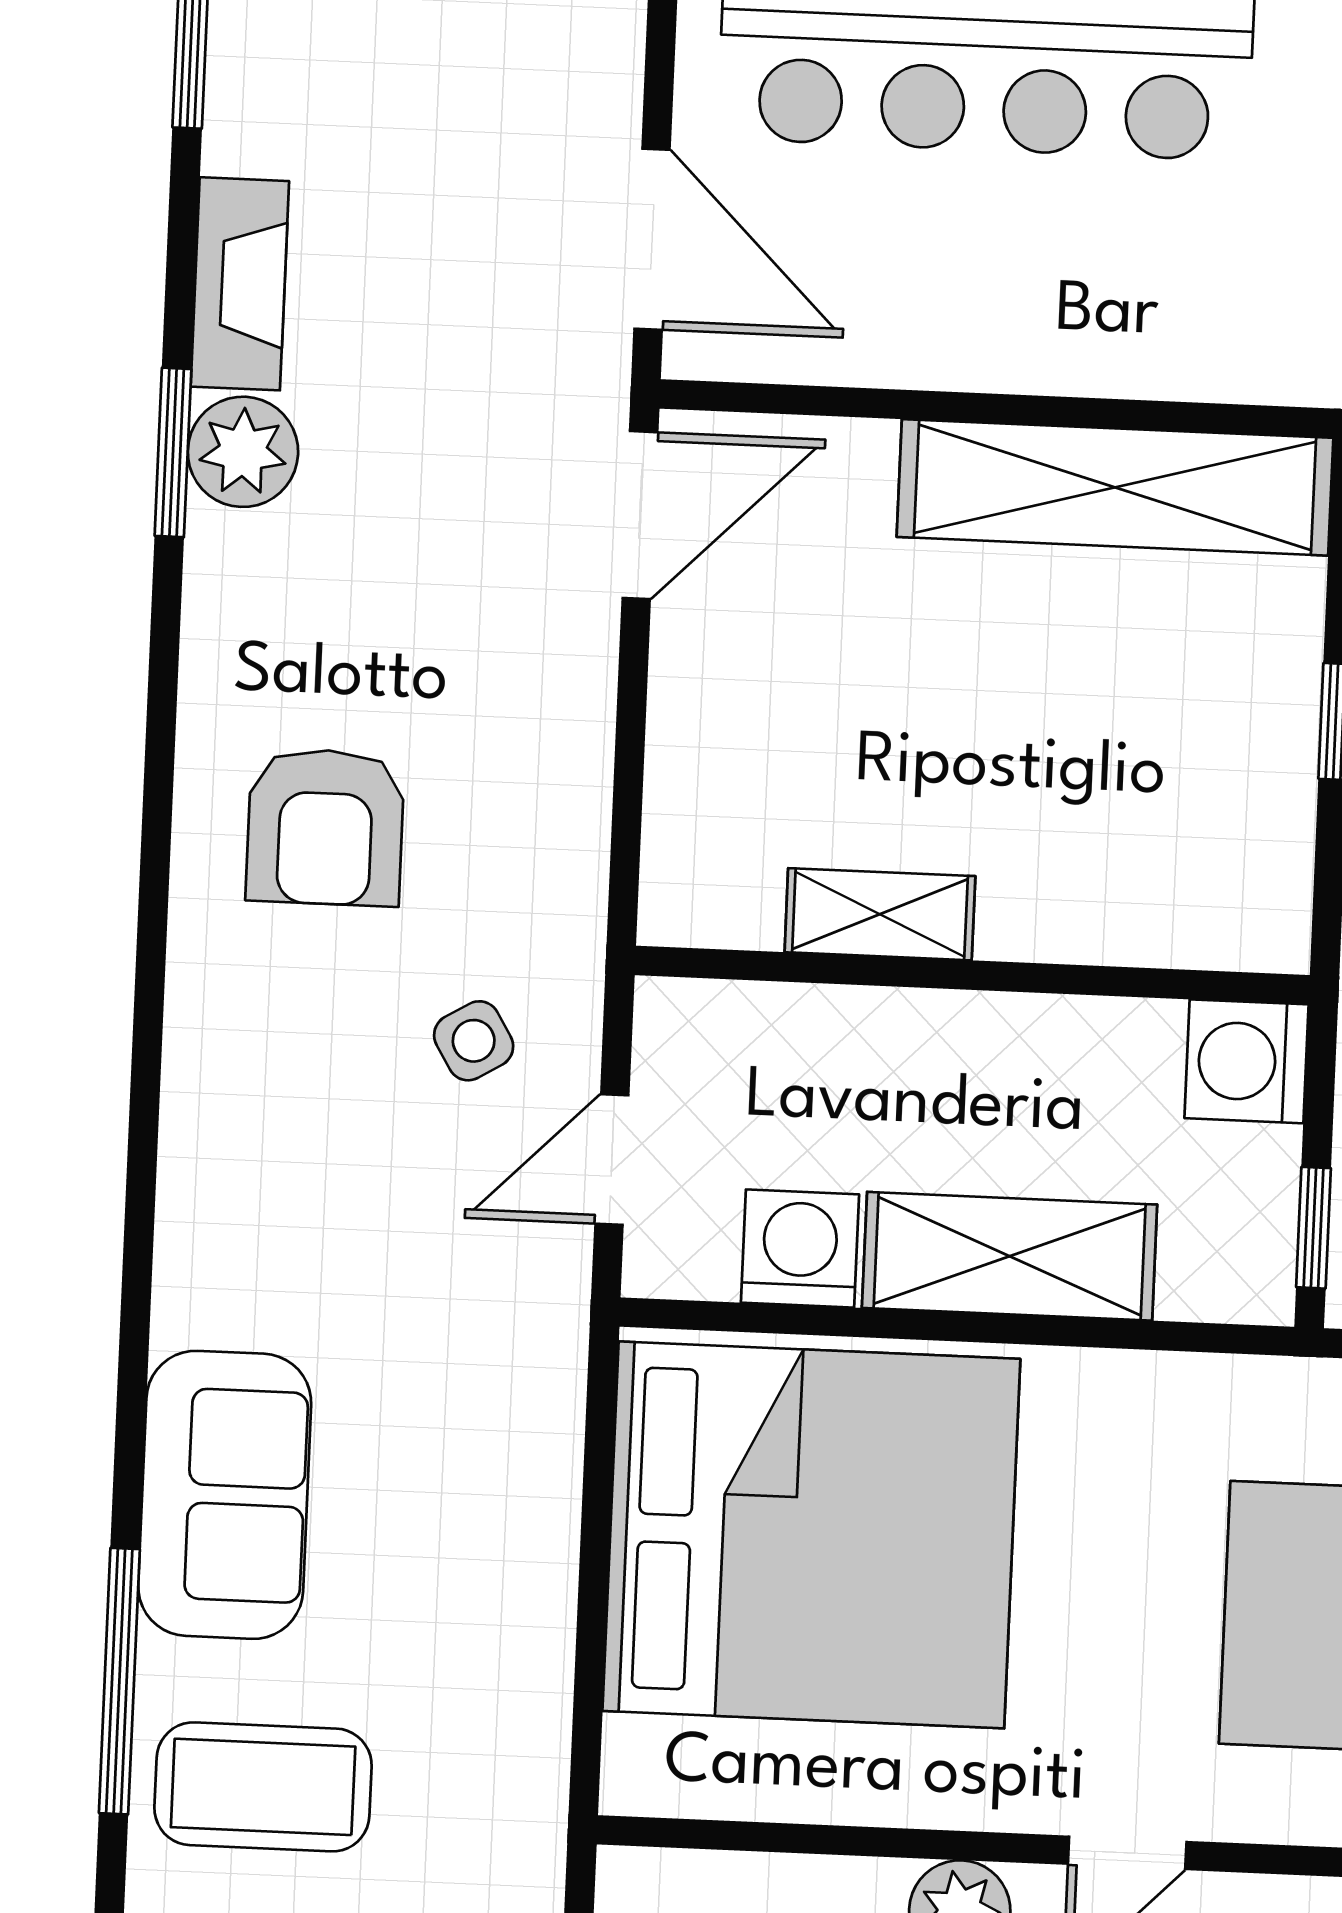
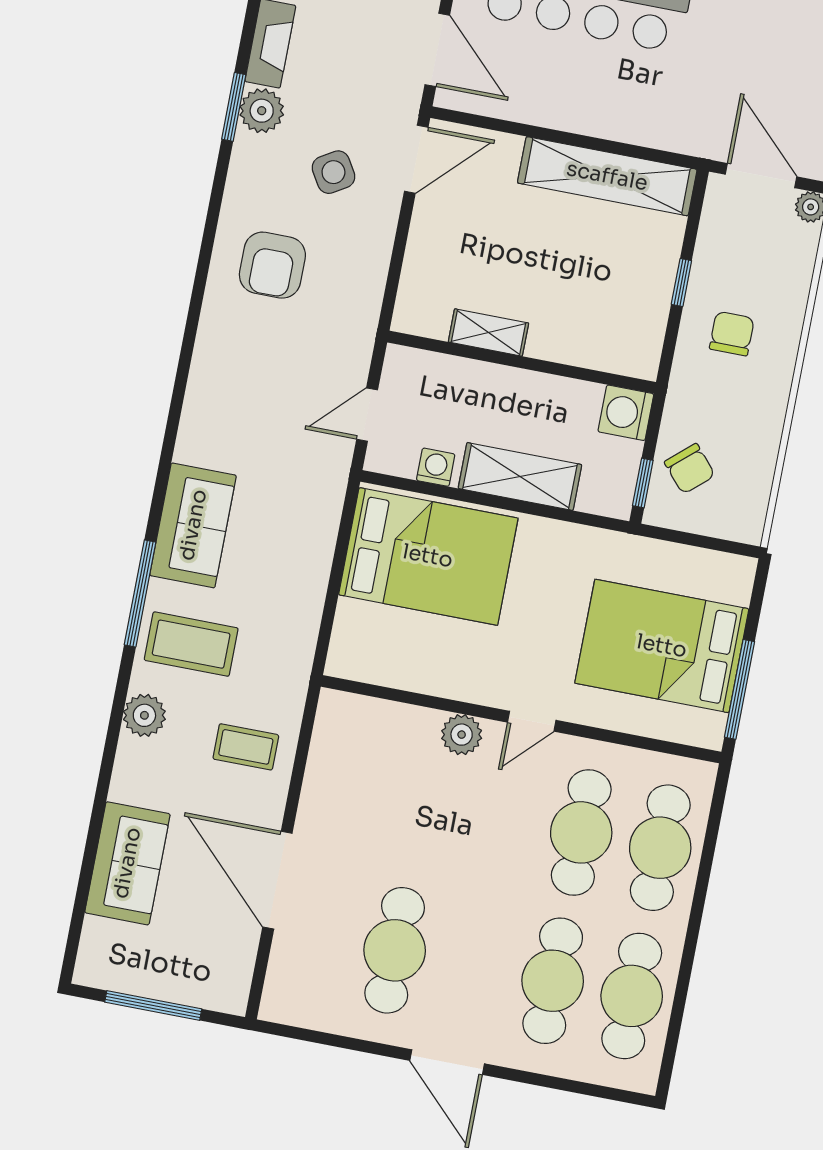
side table: (474, 1041) -> (333, 172), moved, width x1.37, depth x1.37
washing machine: (800, 1248) -> (436, 467), width x0.73, depth x0.73
bed: (811, 1535) -> (428, 556), width x0.73

